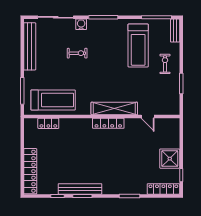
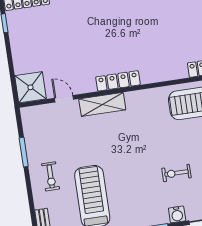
shelving: (114, 108) -> (102, 104), width x0.68
shower: (170, 159) -> (30, 87), moved

